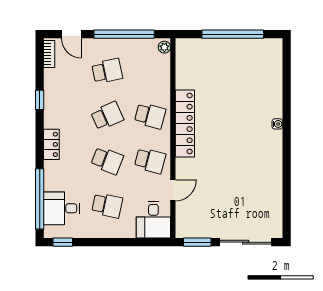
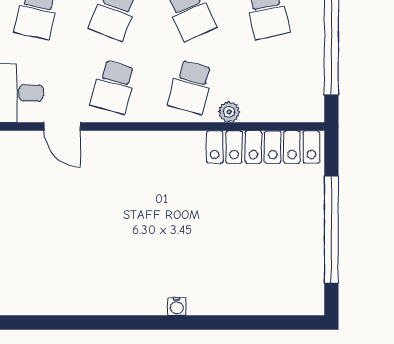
plant: (164, 47) -> (229, 112), moved
locker: (185, 123) -> (263, 147), moved

